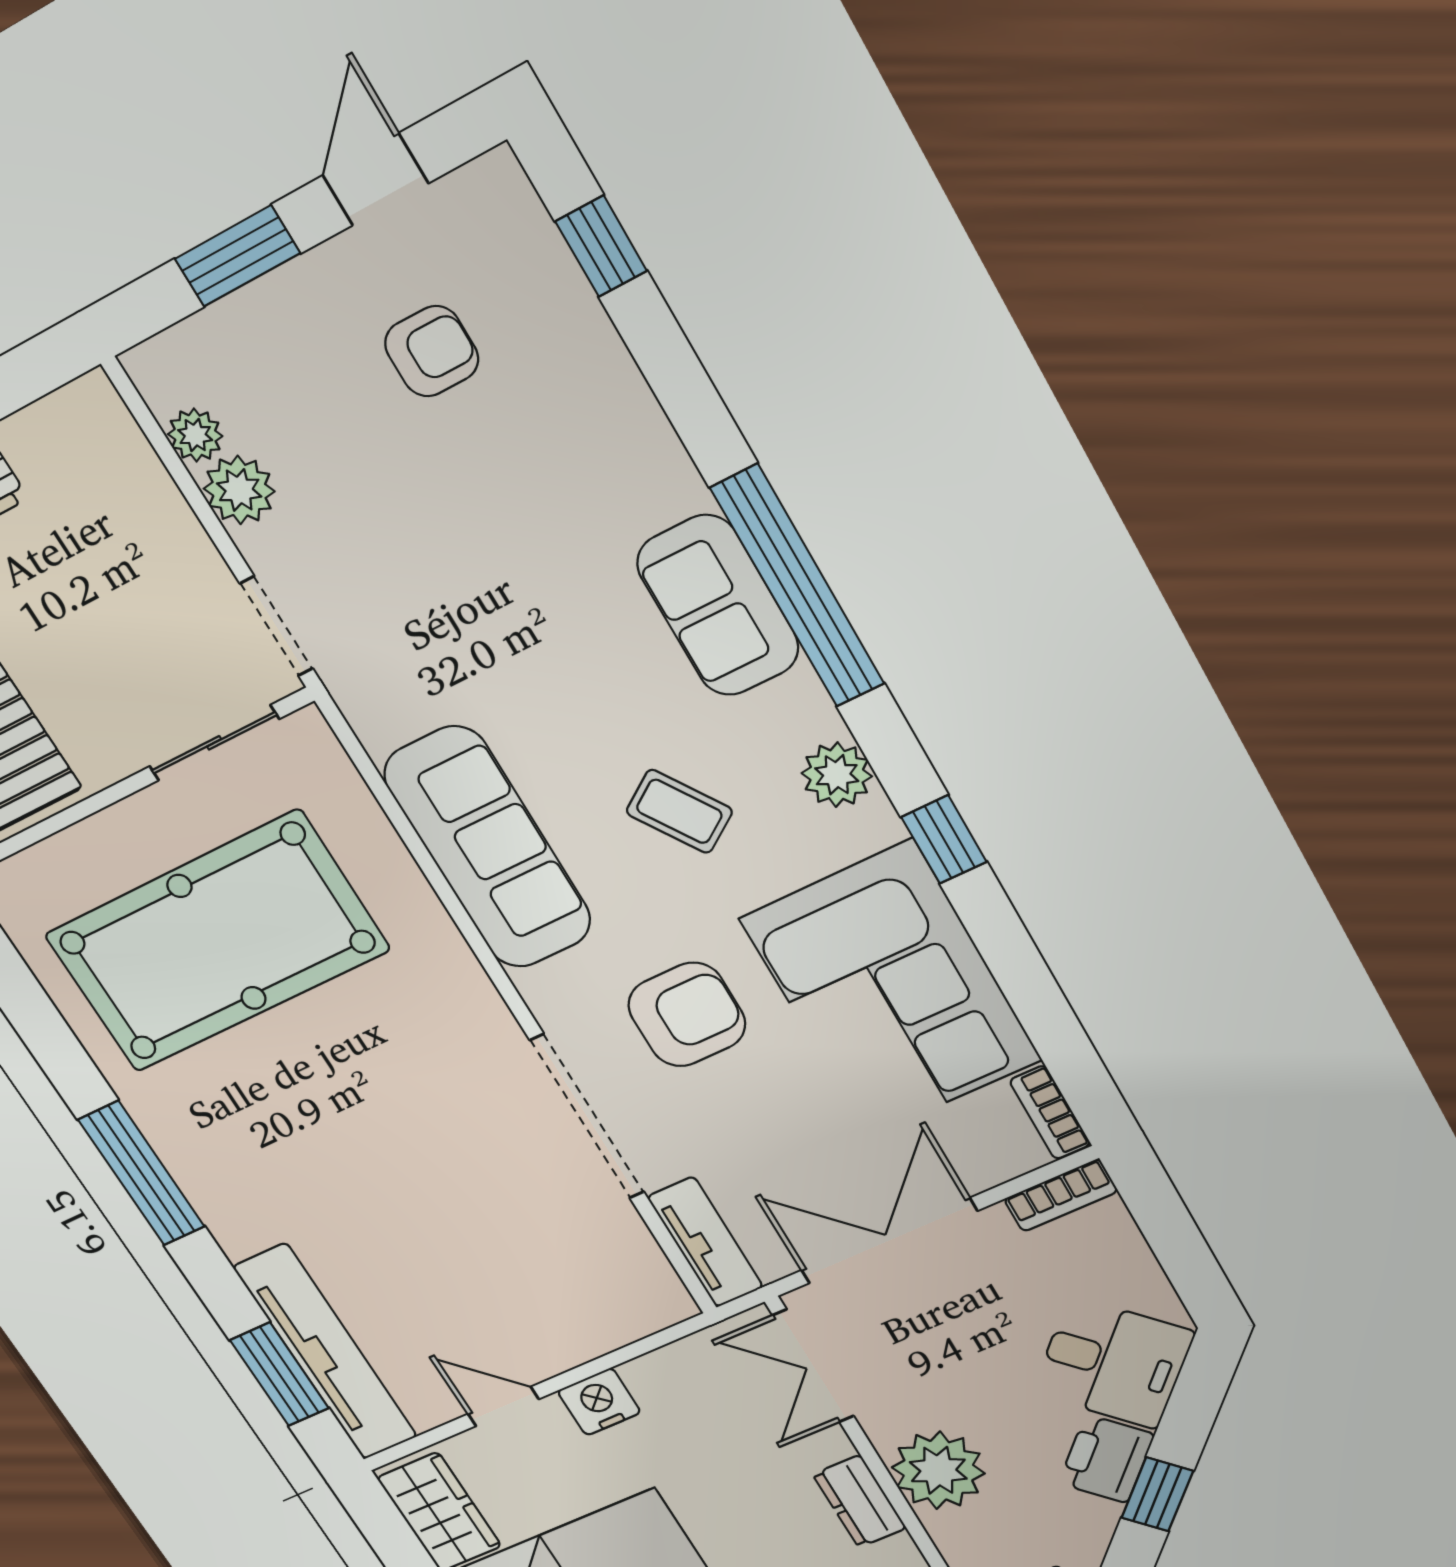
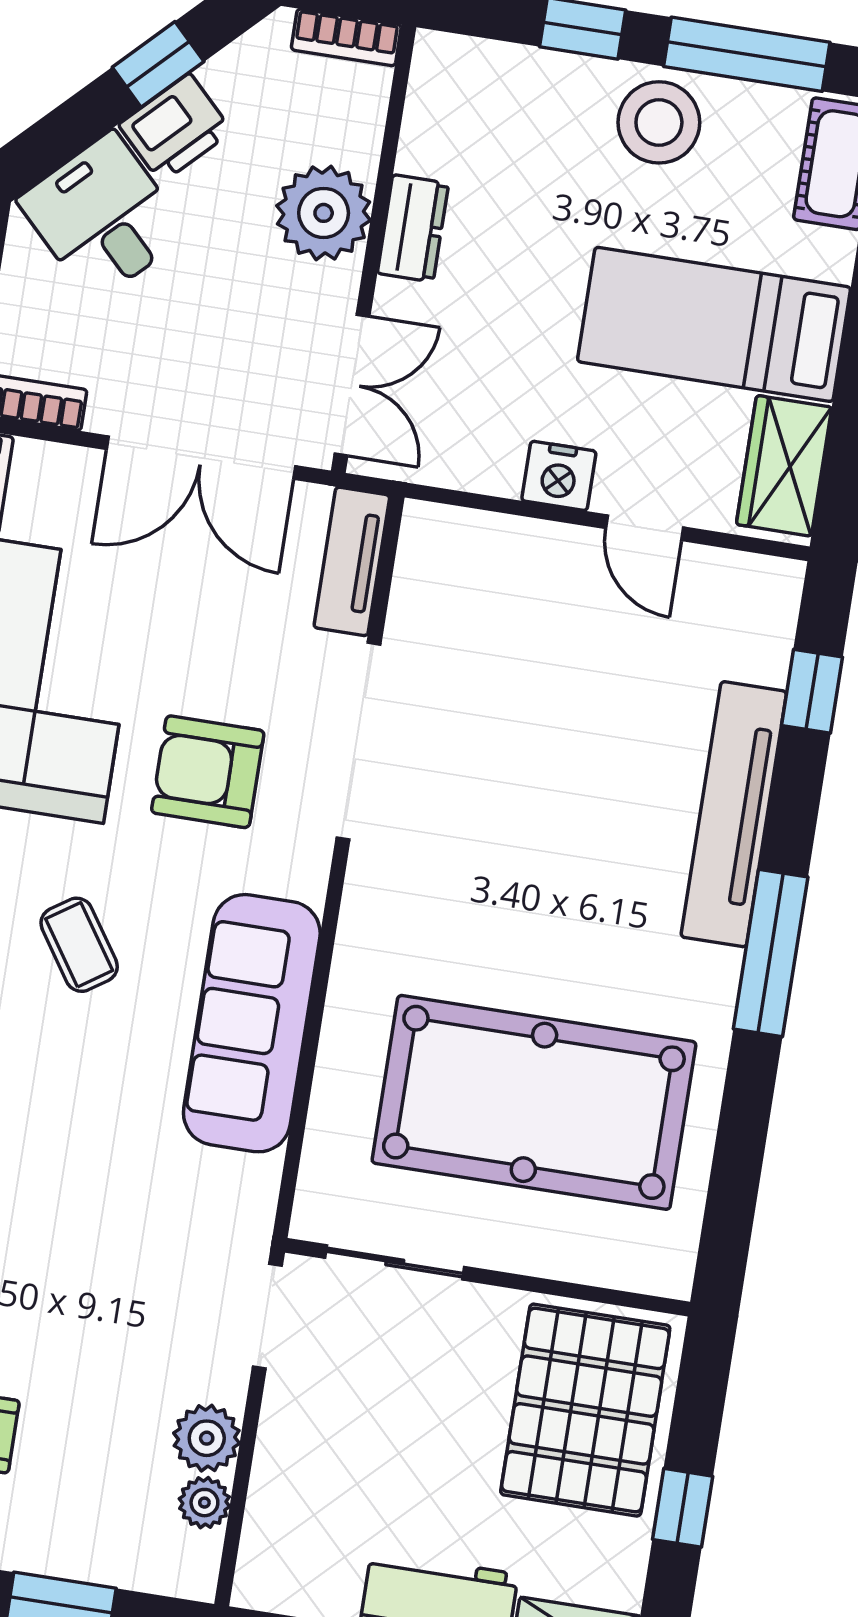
tv unit: (325, 1352) -> (734, 814), moved
window: (279, 1374) -> (812, 691), width x0.67

